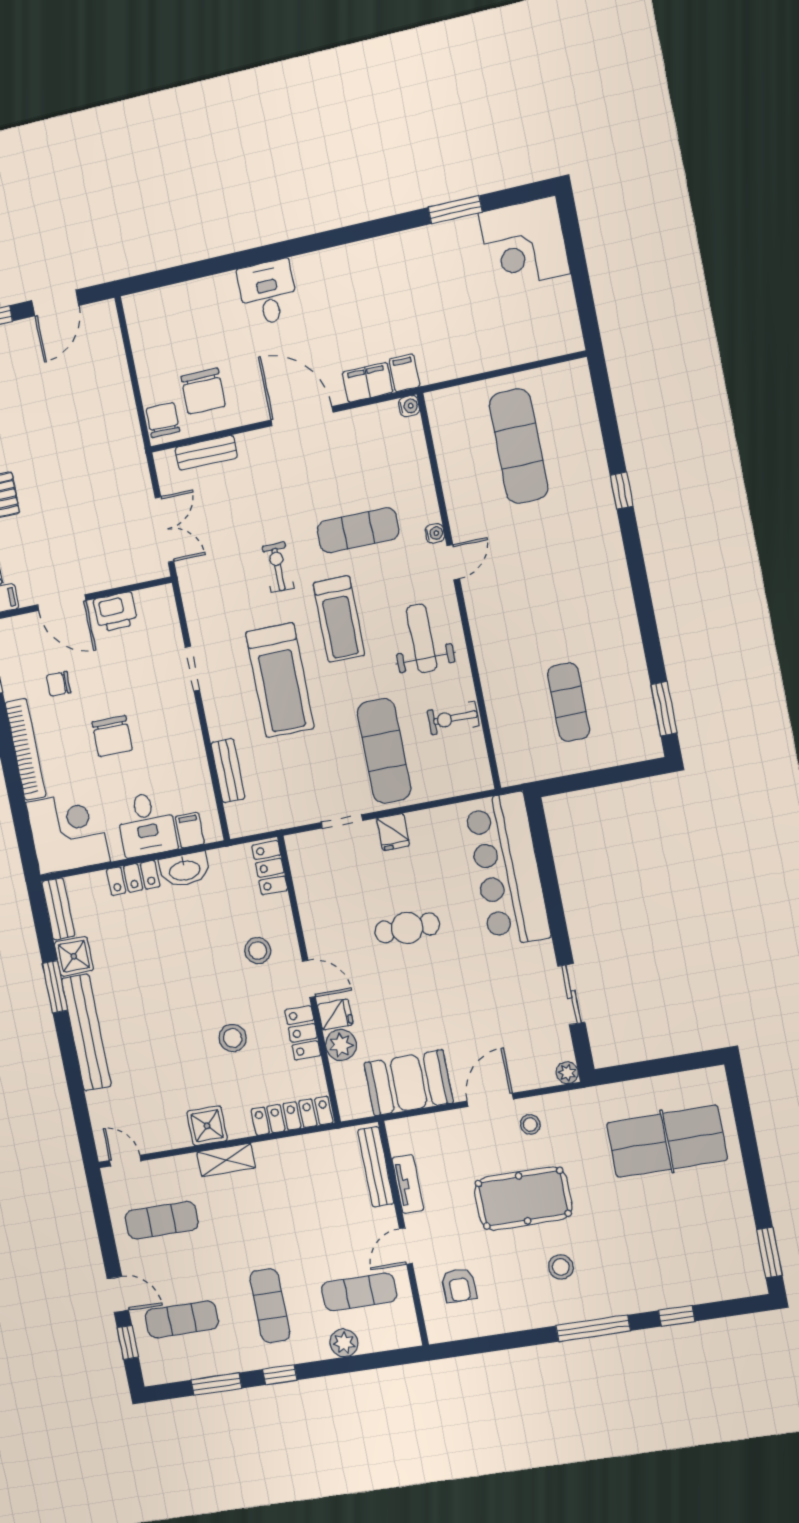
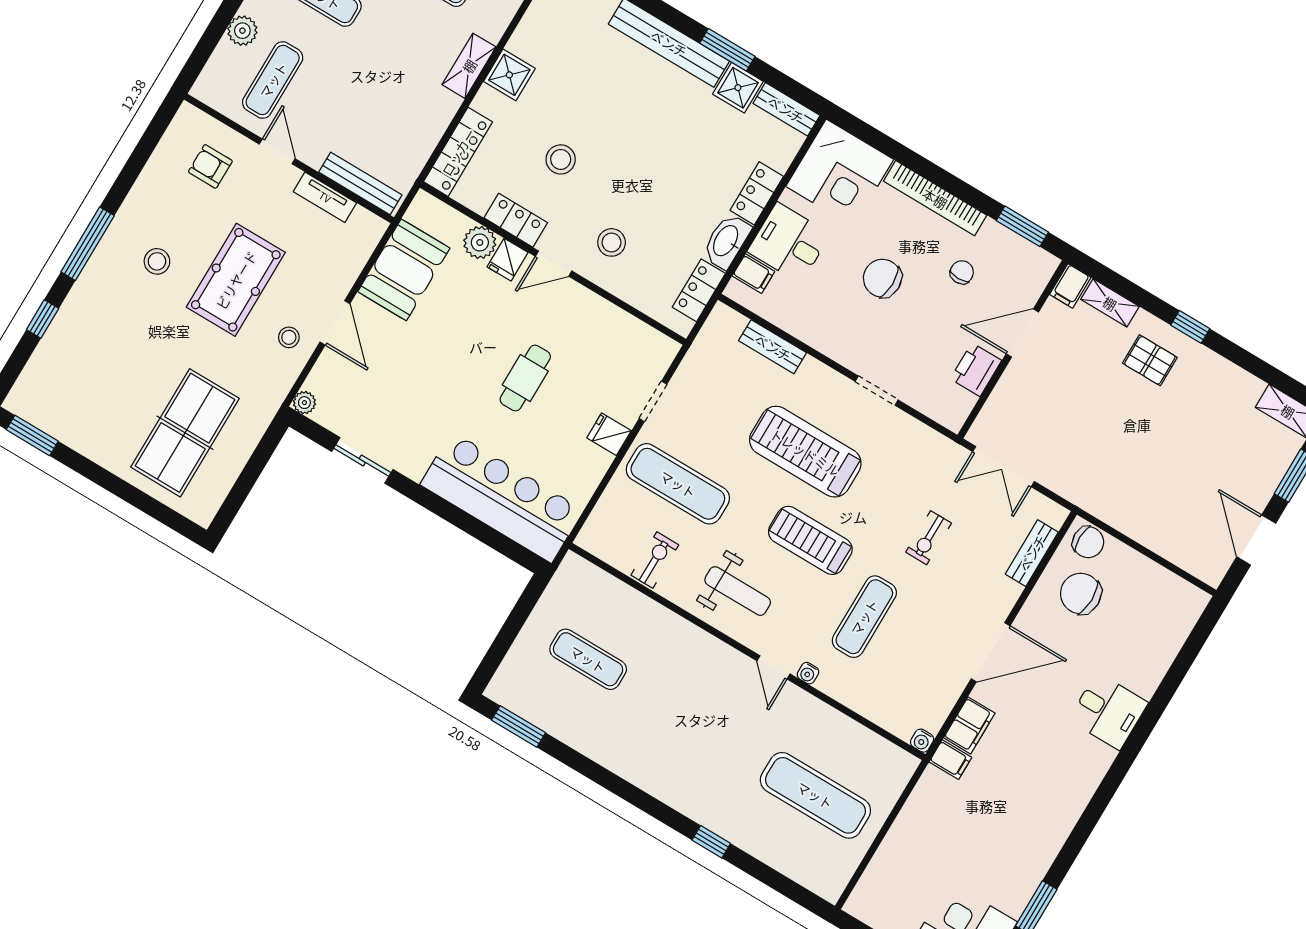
exercise bike: (278, 567) -> (929, 538), moved, turned 90
locker: (270, 868) -> (699, 290), moved, turned -90

